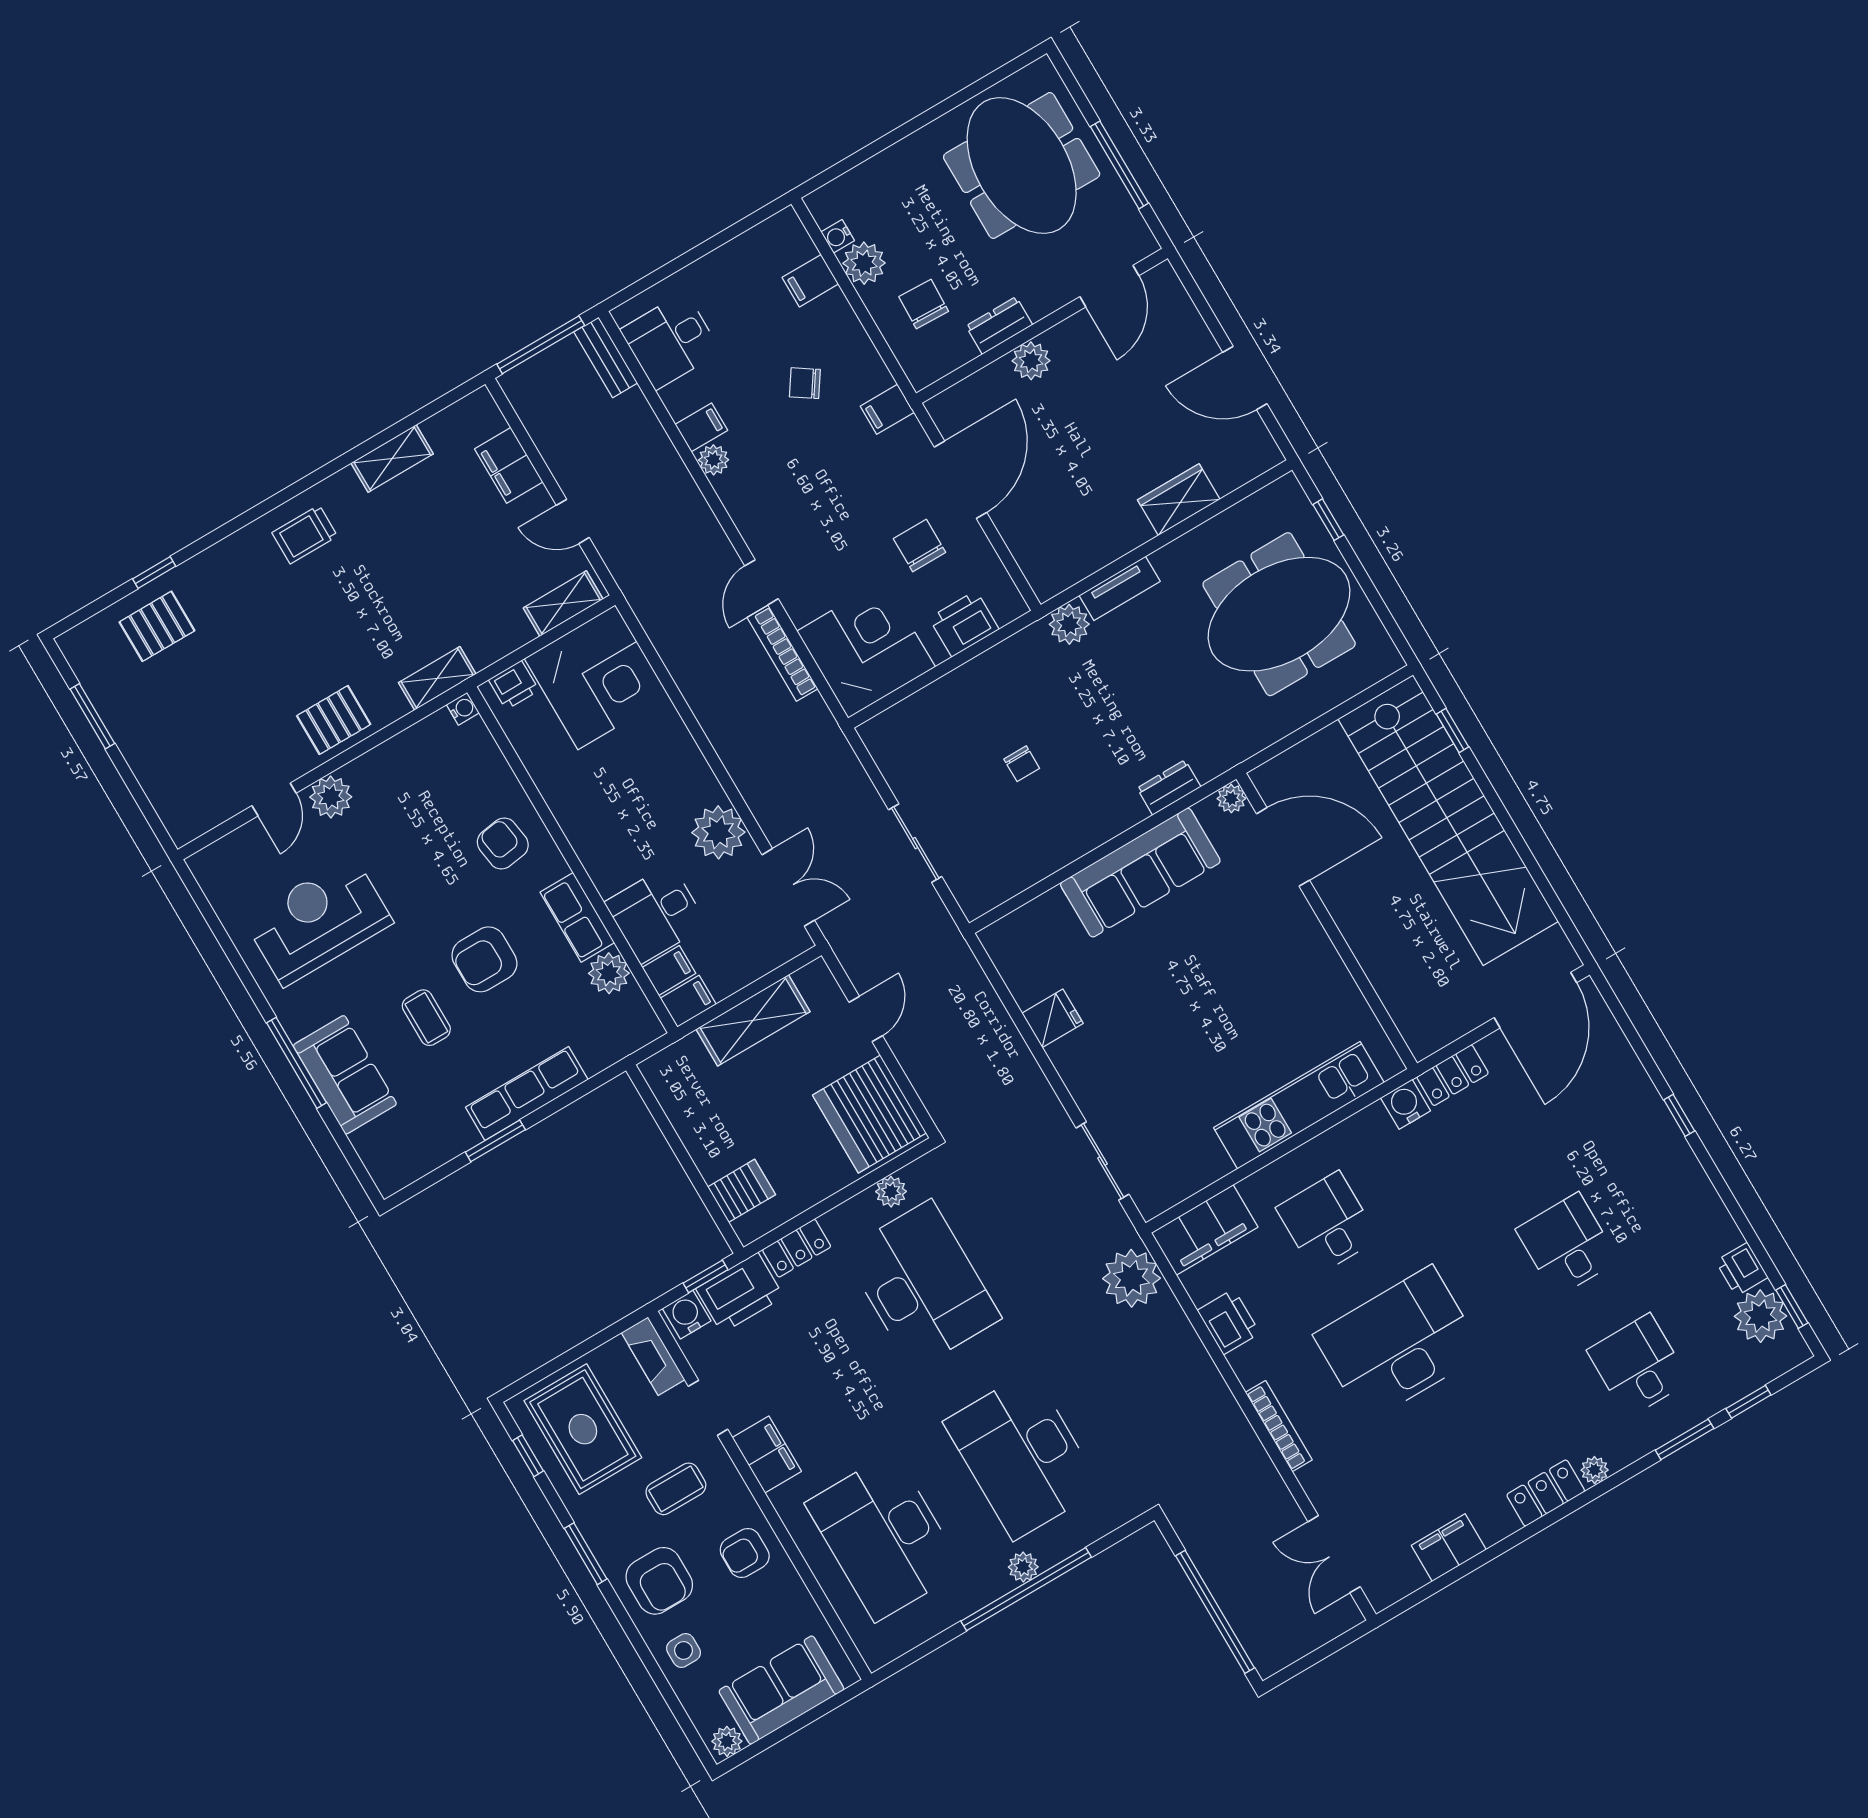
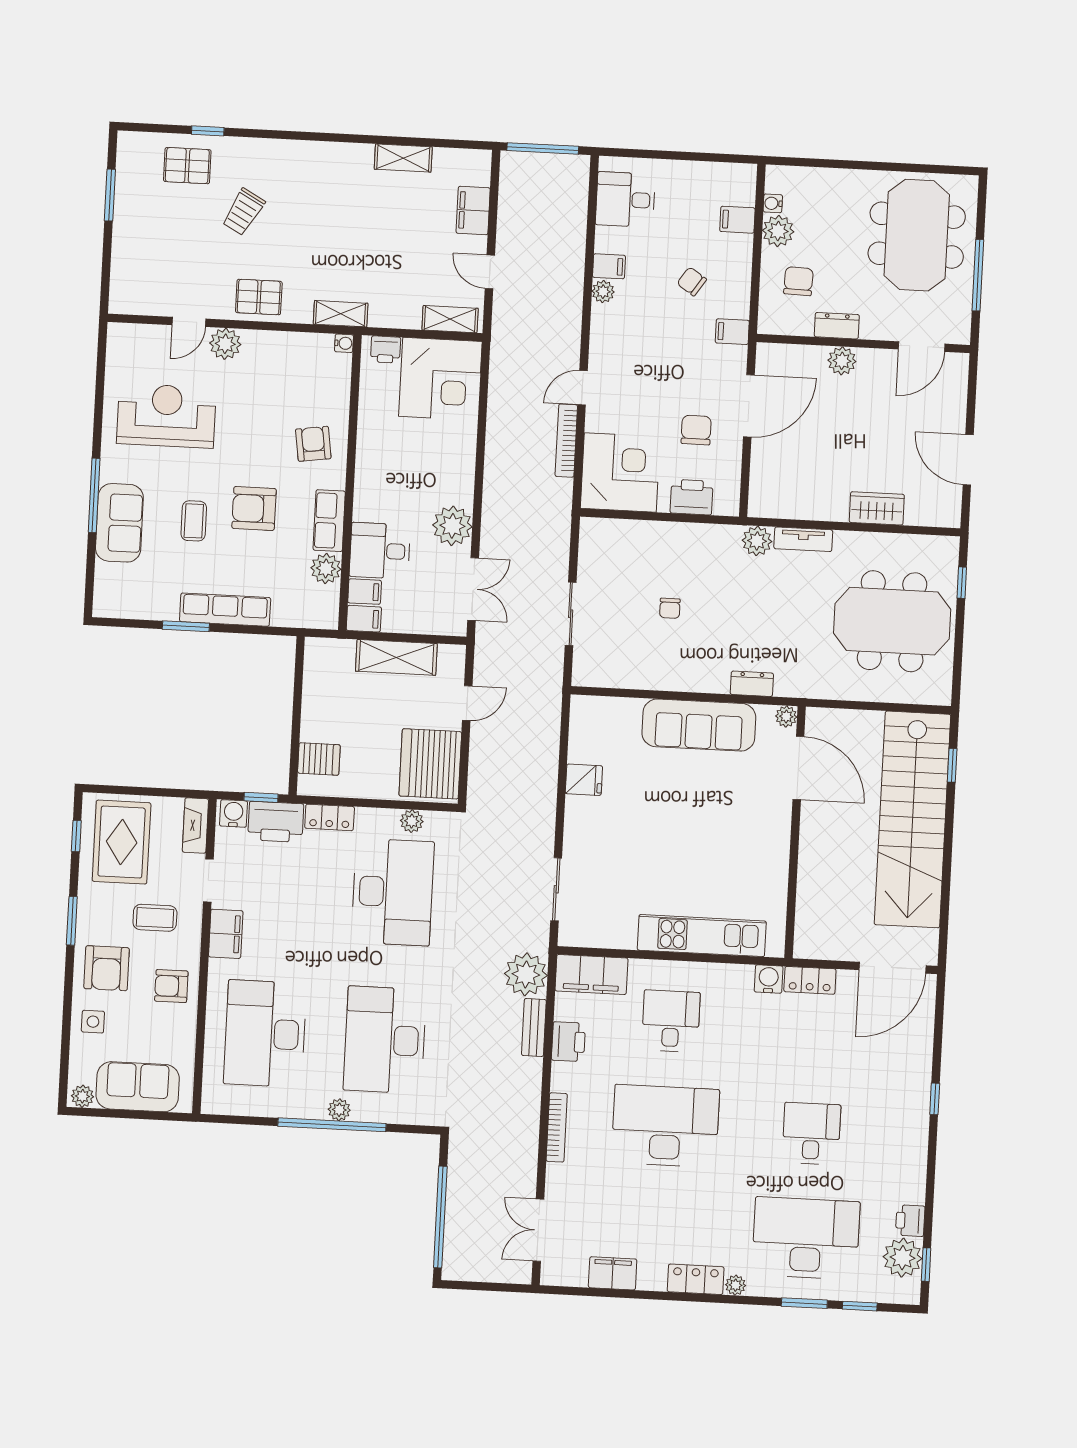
bench: (606, 357) -> (534, 1027), moved
trolley: (305, 534) -> (243, 212), moved, turned -61
desk: (1638, 1366) -> (806, 1238), width x1.87, depth x1.30

